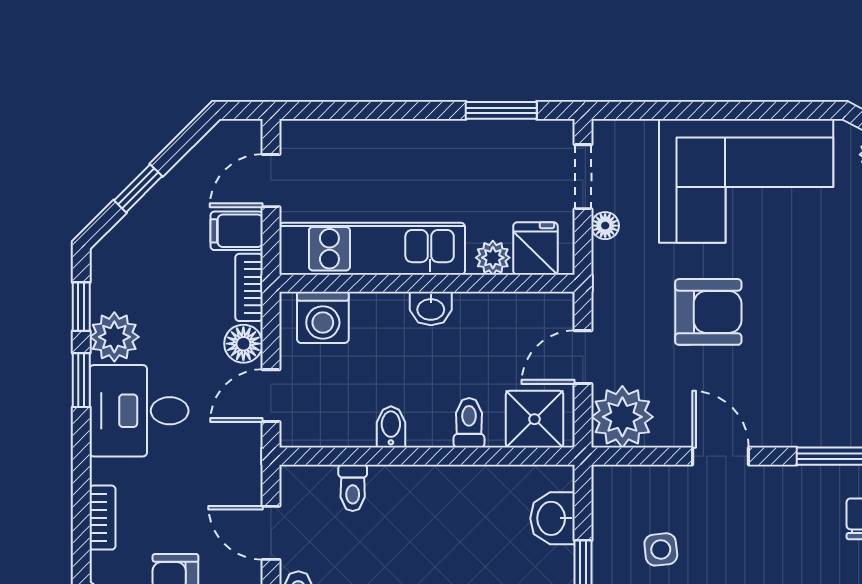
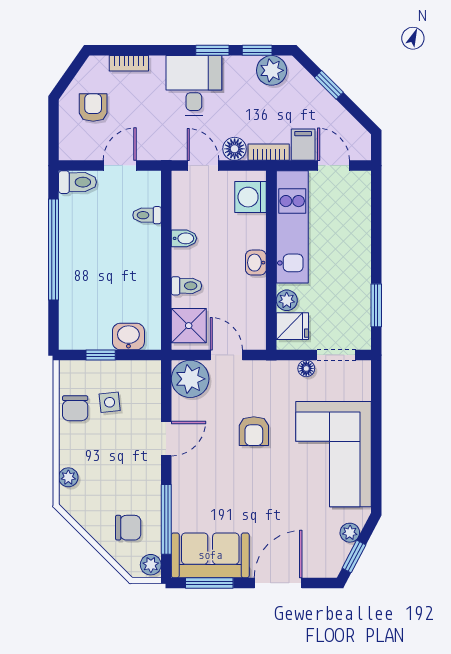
armchair: (708, 312) -> (254, 431), width x0.72, depth x0.72
plant: (114, 337) -> (272, 70), moved

